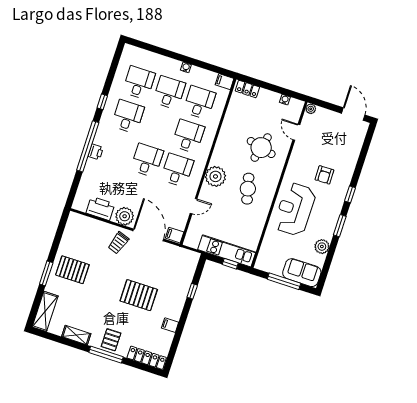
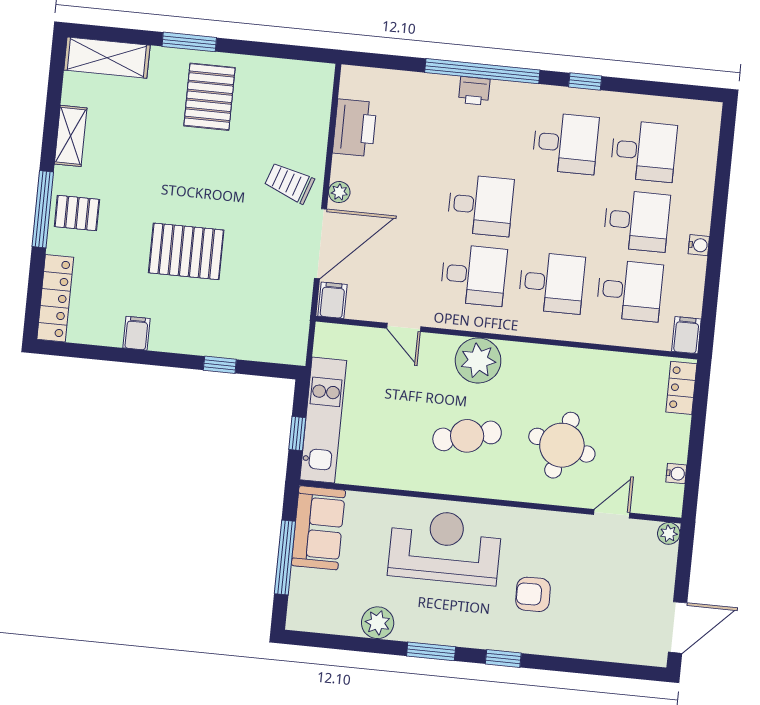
plant: (125, 216) -> (339, 192), width x0.53, depth x0.53
sofa: (302, 273) -> (318, 528), moved
pallet: (139, 295) -> (186, 251), turned 90

